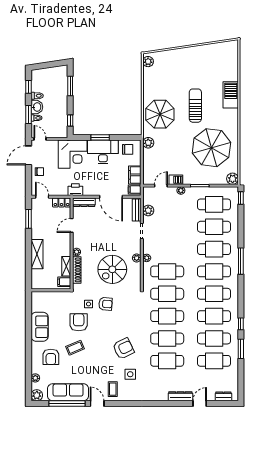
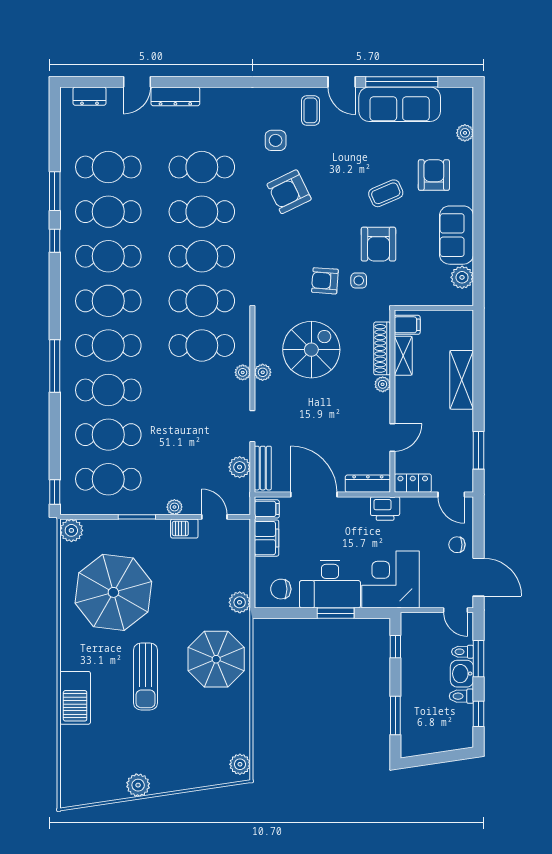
plant: (199, 51) -> (138, 785), added
door: (29, 155) -> (478, 577), hinge flipped
door: (161, 186) -> (214, 517), swing flipped
plant: (37, 395) -> (462, 277), moved

